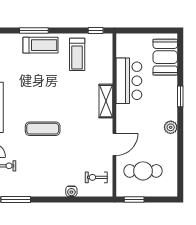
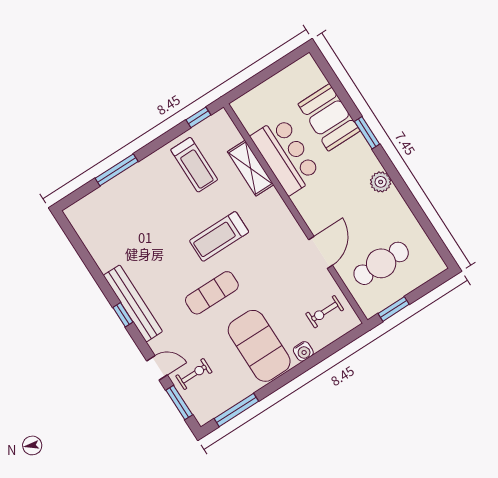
treadmill: (41, 45) -> (219, 236), moved, turned 180
booth: (165, 57) -> (329, 117), moved
shelving: (106, 101) -> (251, 168), moved
exercise mat: (50, 173) -> (259, 346), added

